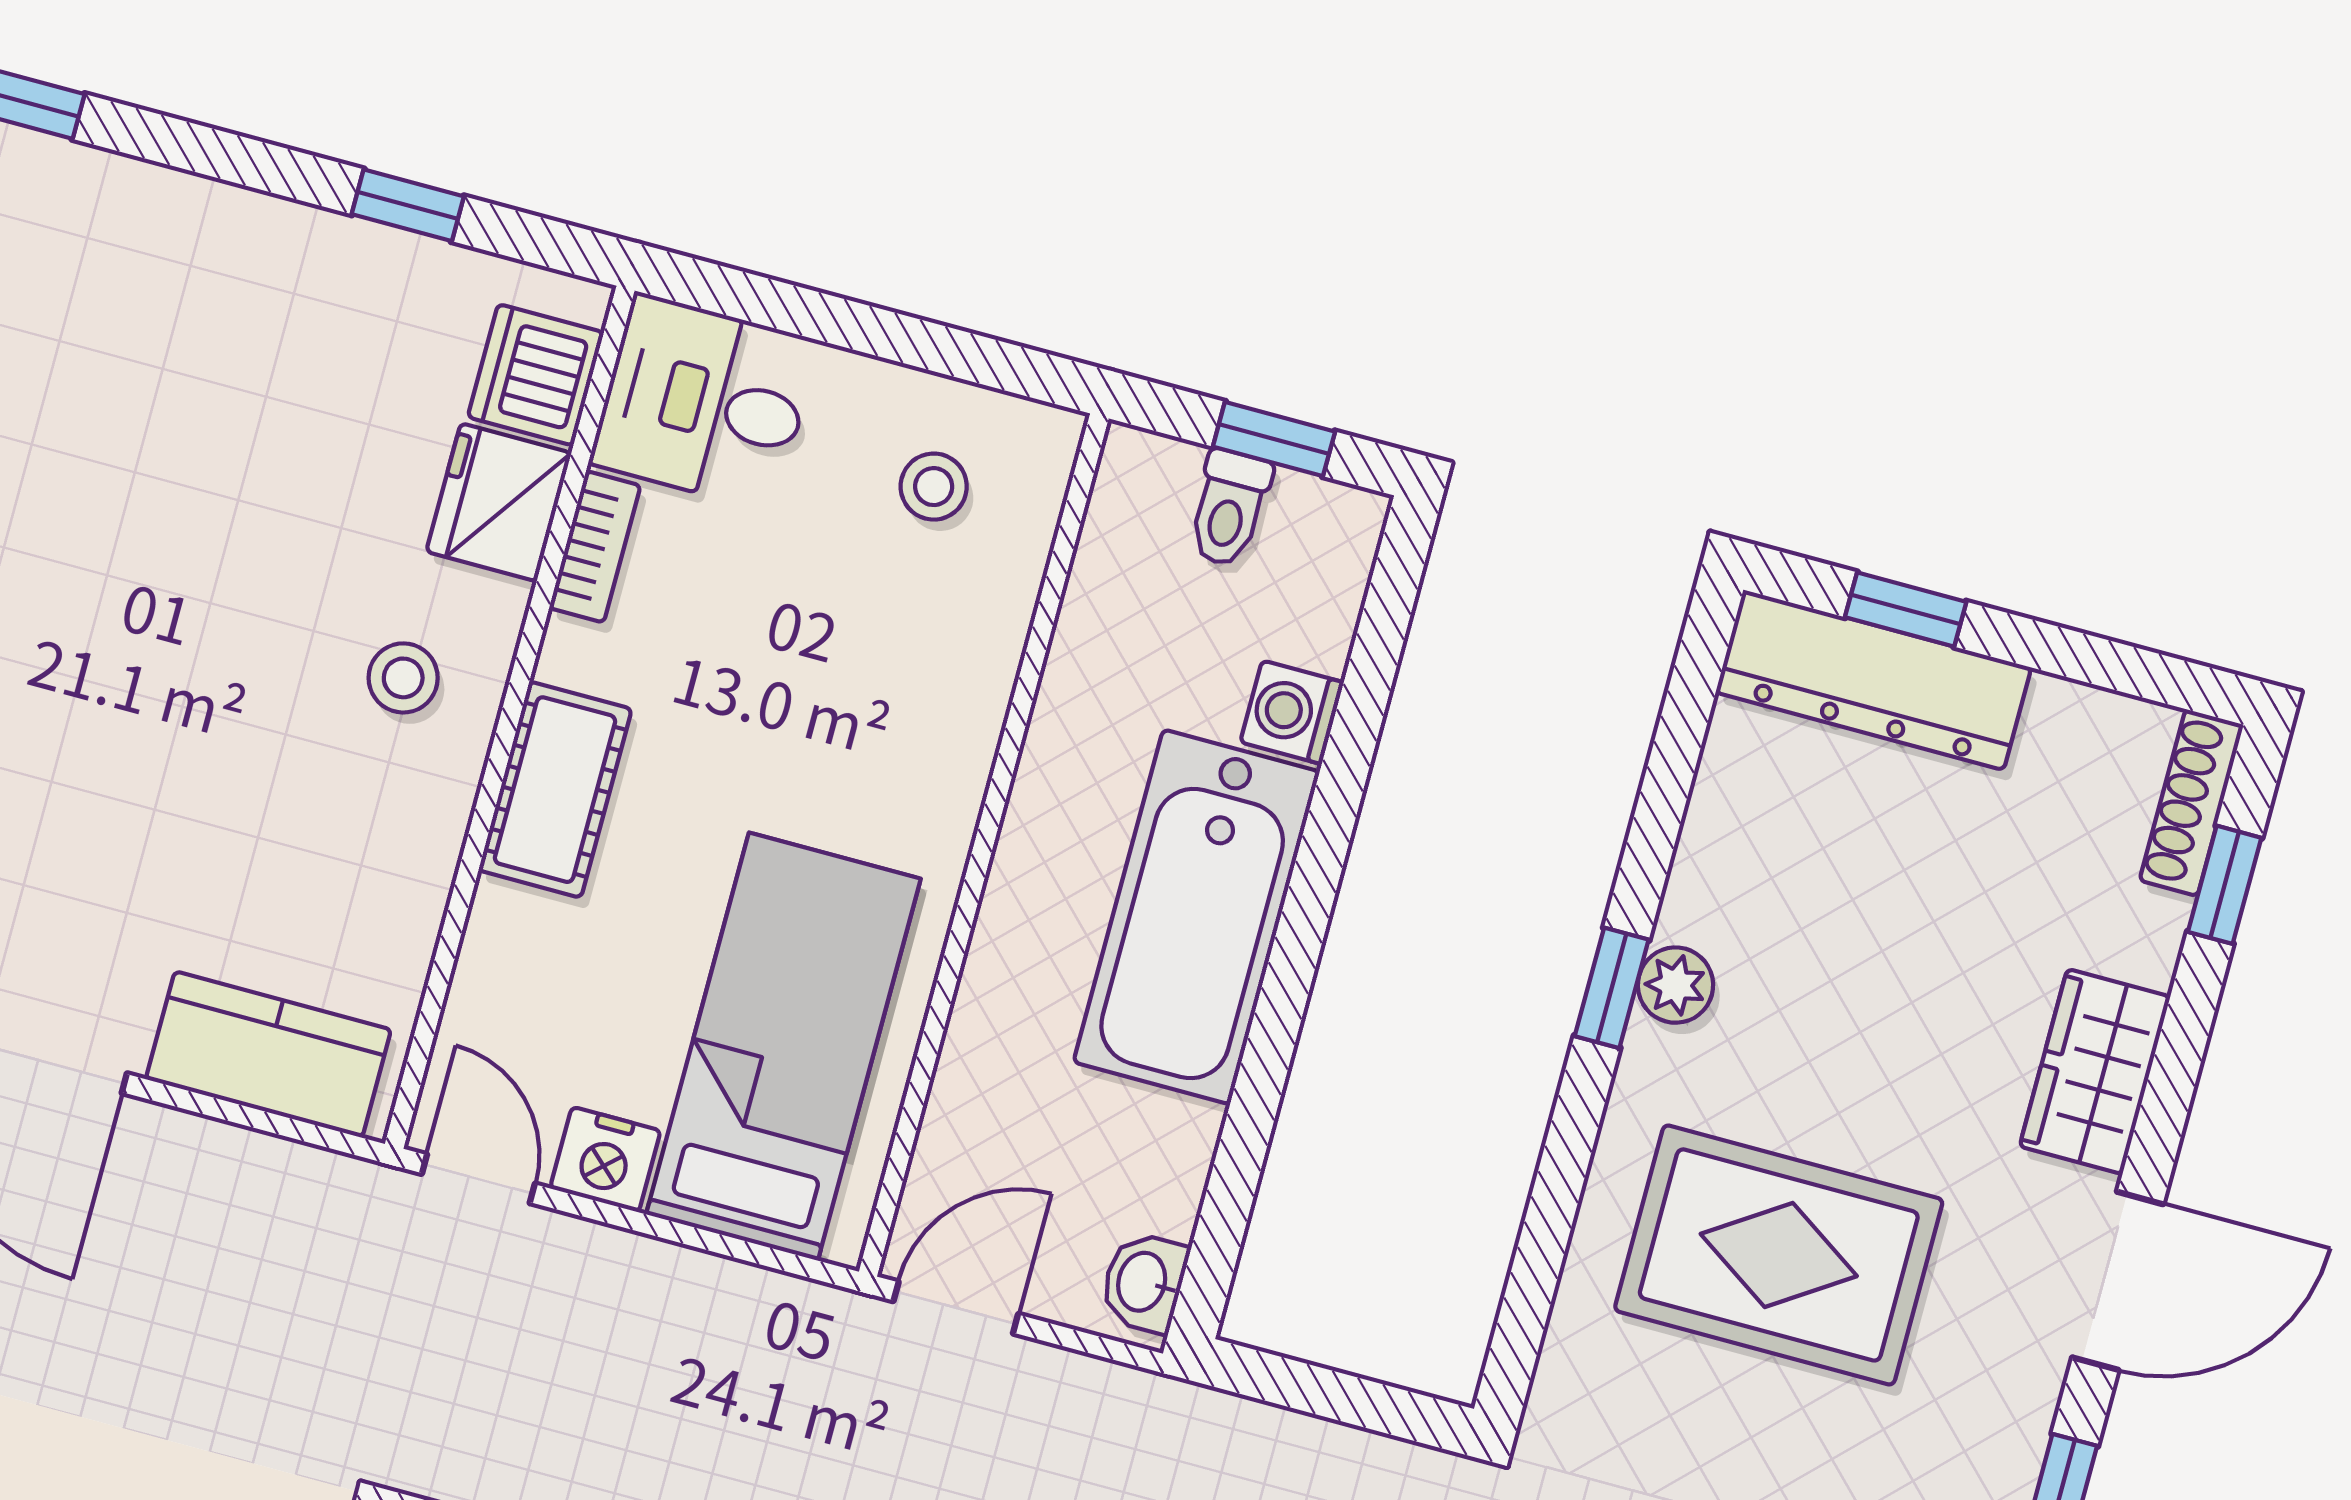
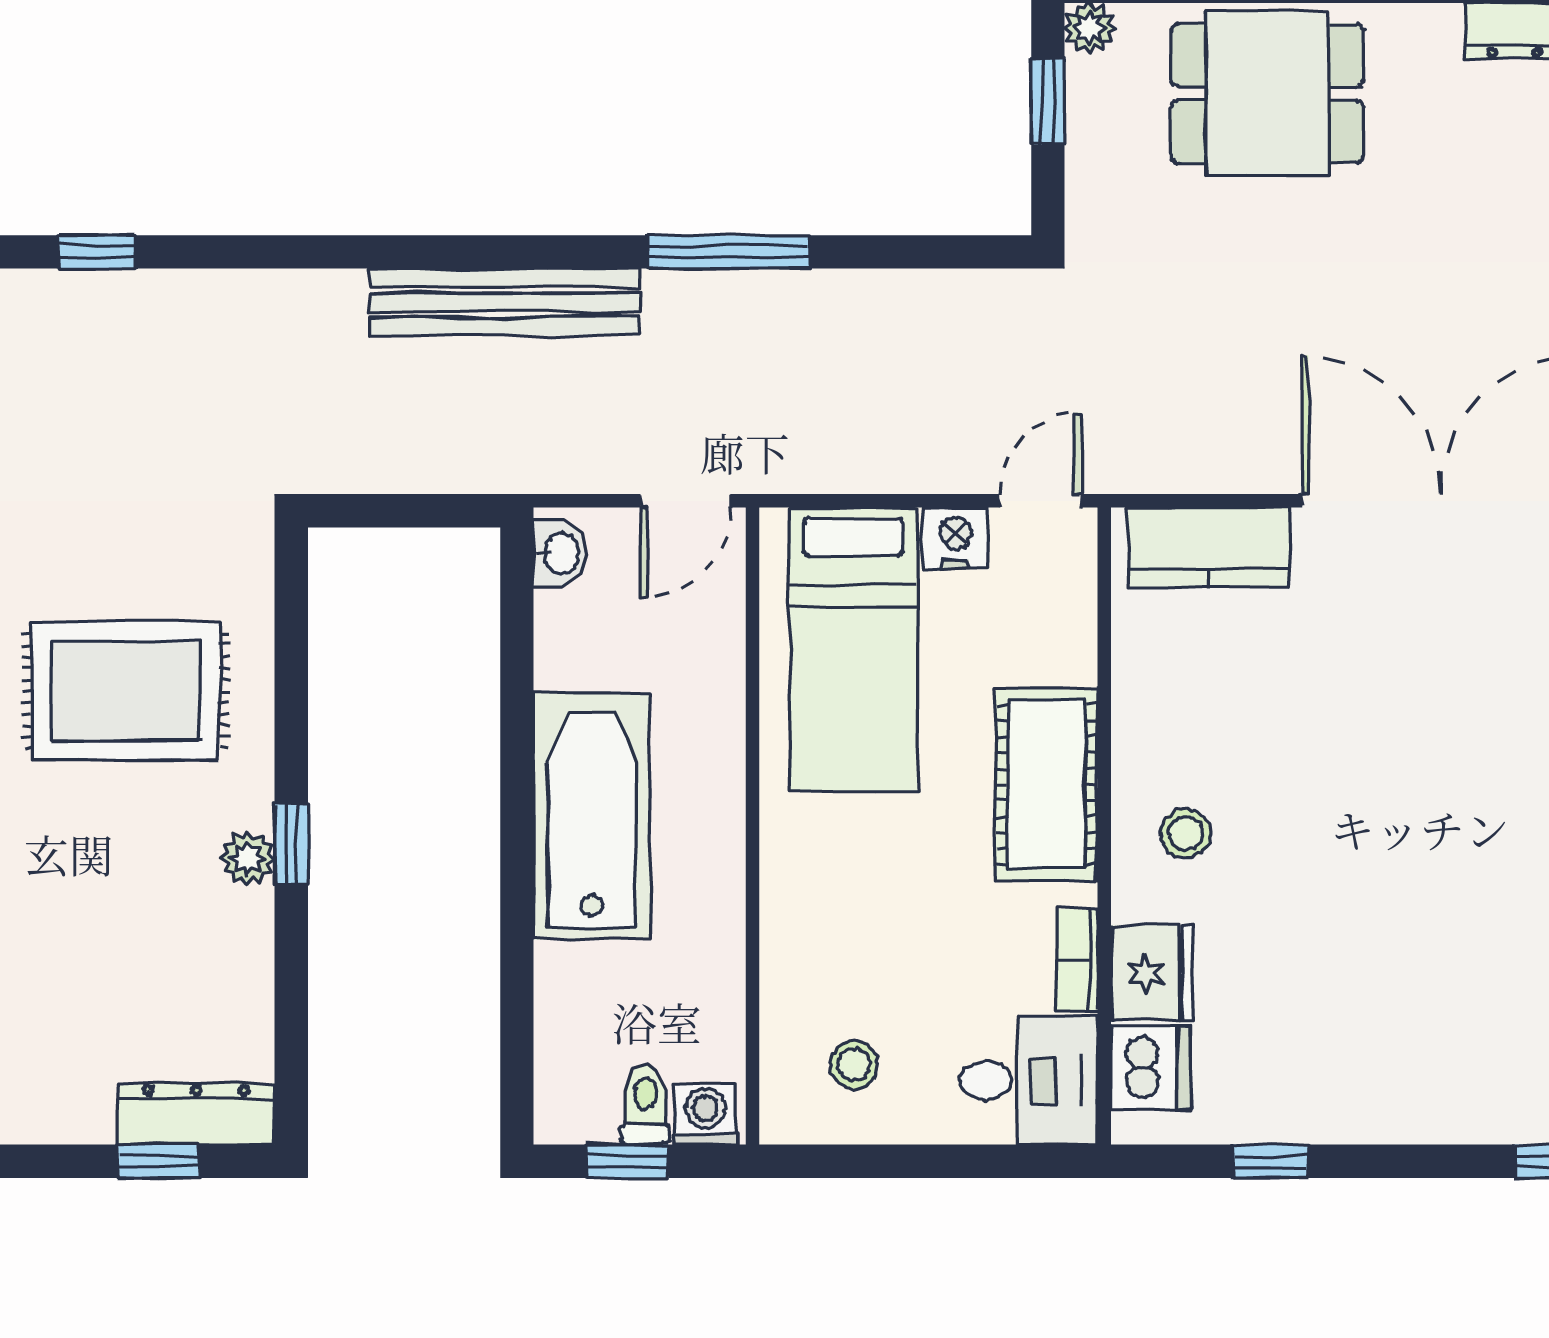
dresser: (1873, 680) -> (196, 1114), width x0.73, depth x0.80
washing machine: (1292, 712) -> (706, 1114), moved, turned -90
cot: (555, 790) -> (1047, 784), width x1.37, depth x1.34
door: (478, 1179) -> (1040, 501), swing flipped

